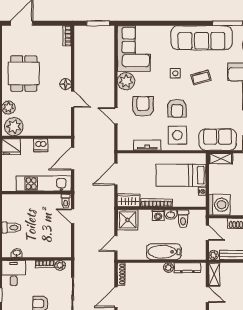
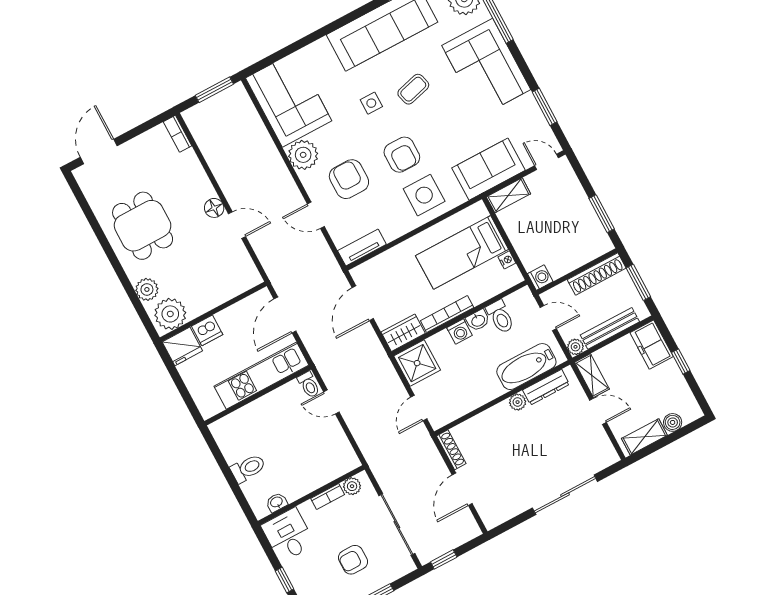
dishwasher: (41, 145) -> (207, 330), moved
tv unit: (147, 145) -> (362, 248), moved
washing machine: (219, 205) -> (540, 278), width x0.53, depth x0.53
bathtub: (164, 252) -> (526, 367), moved

